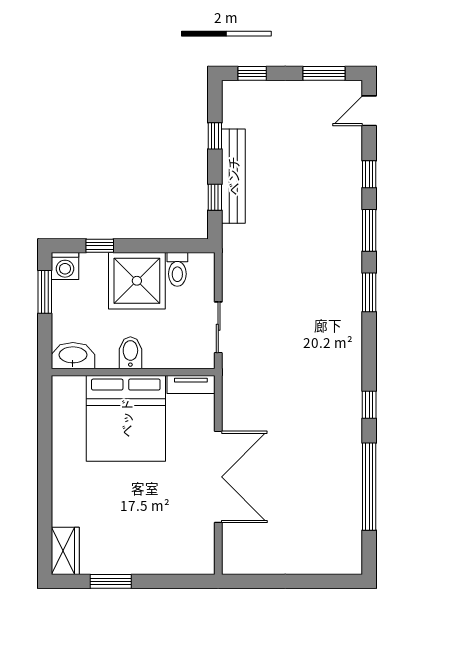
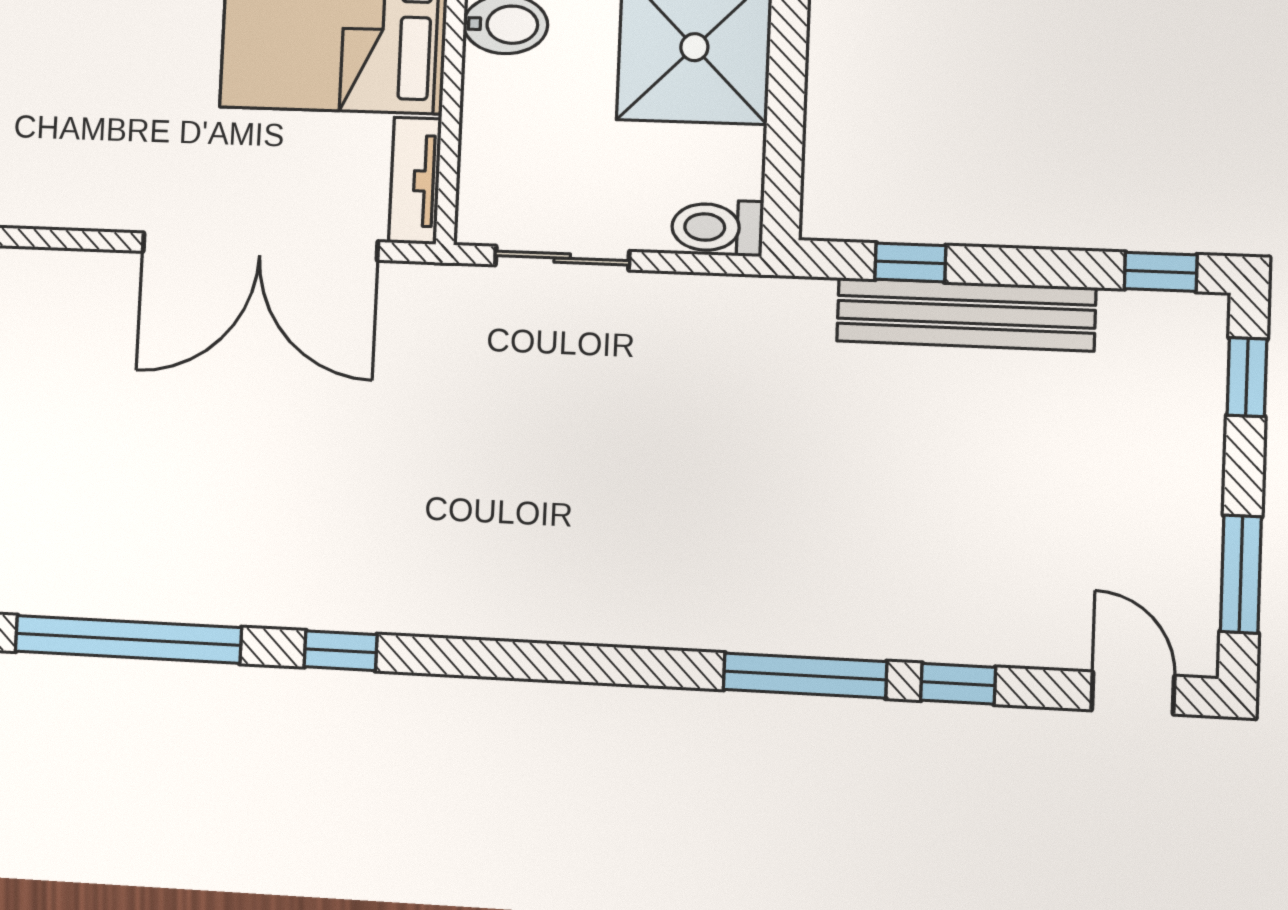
window: (215, 136) -> (1161, 272), moved
window: (369, 230) -> (805, 676), width x1.44
toilet: (177, 269) -> (717, 228), moved
window: (369, 292) -> (638, 667), removed
double door: (218, 477) -> (260, 247), moved

